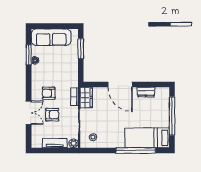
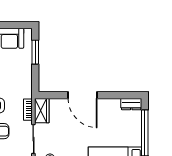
dresser: (146, 92) -> (131, 104), moved

